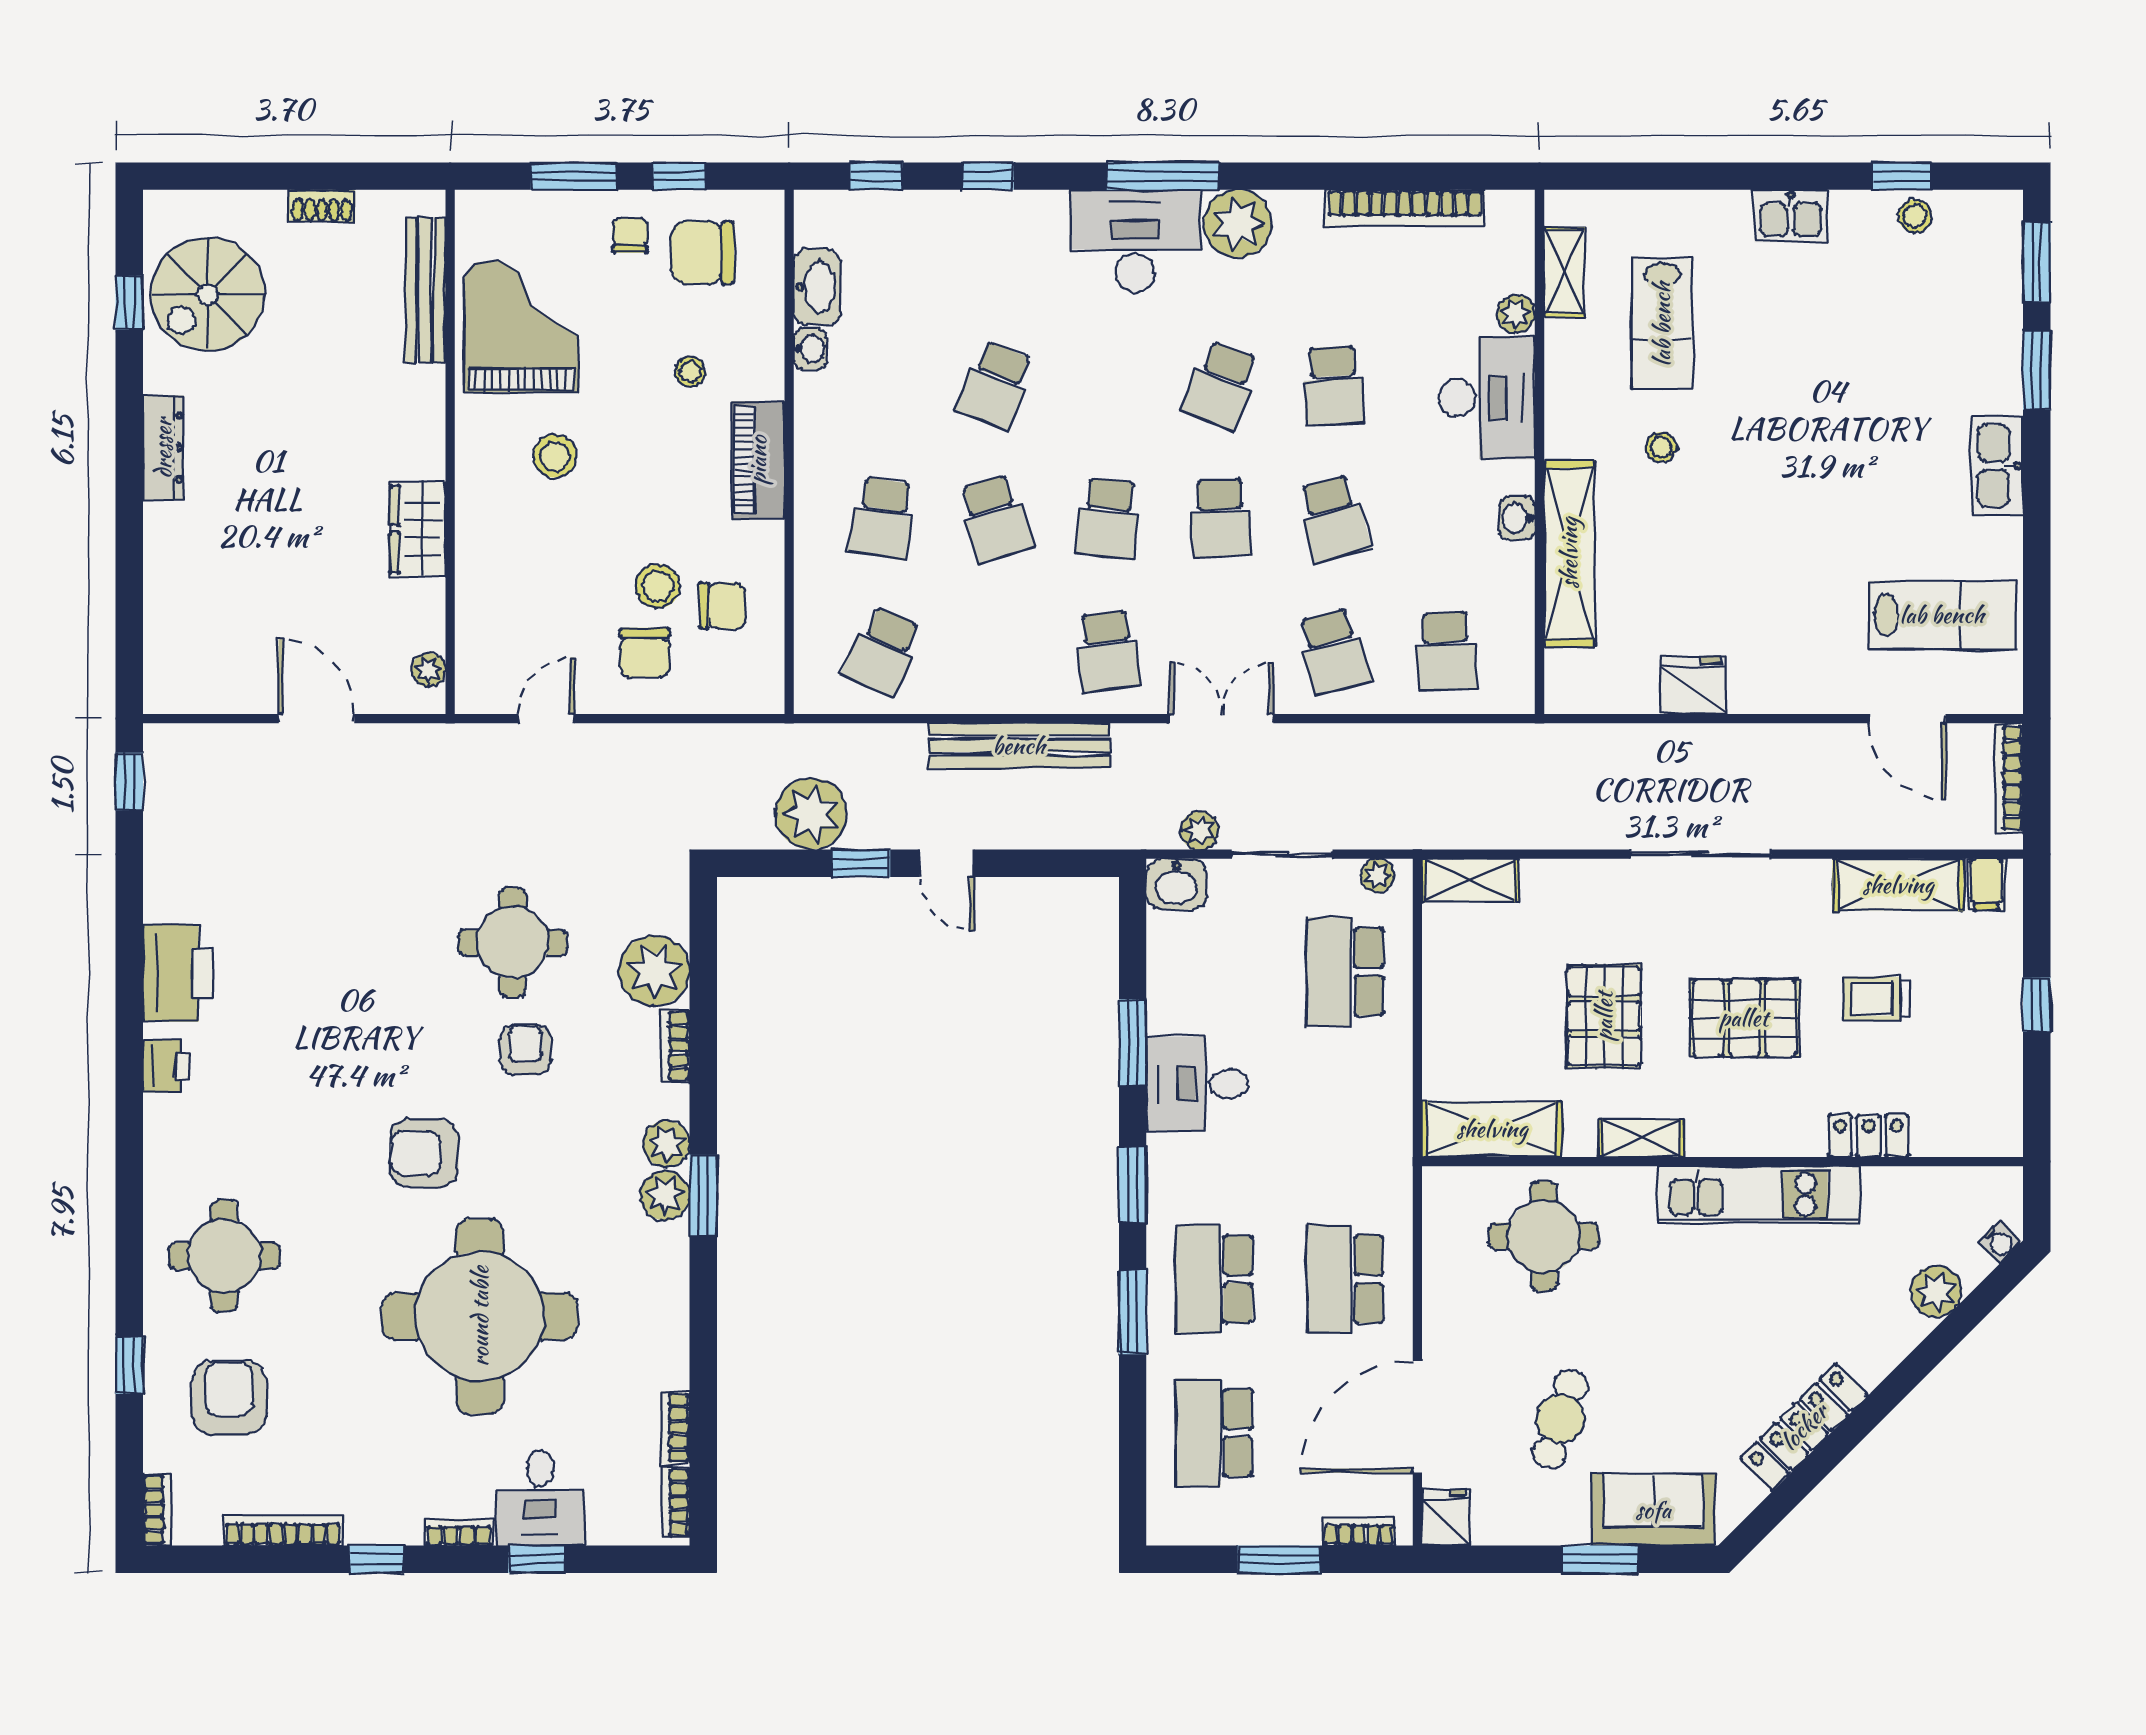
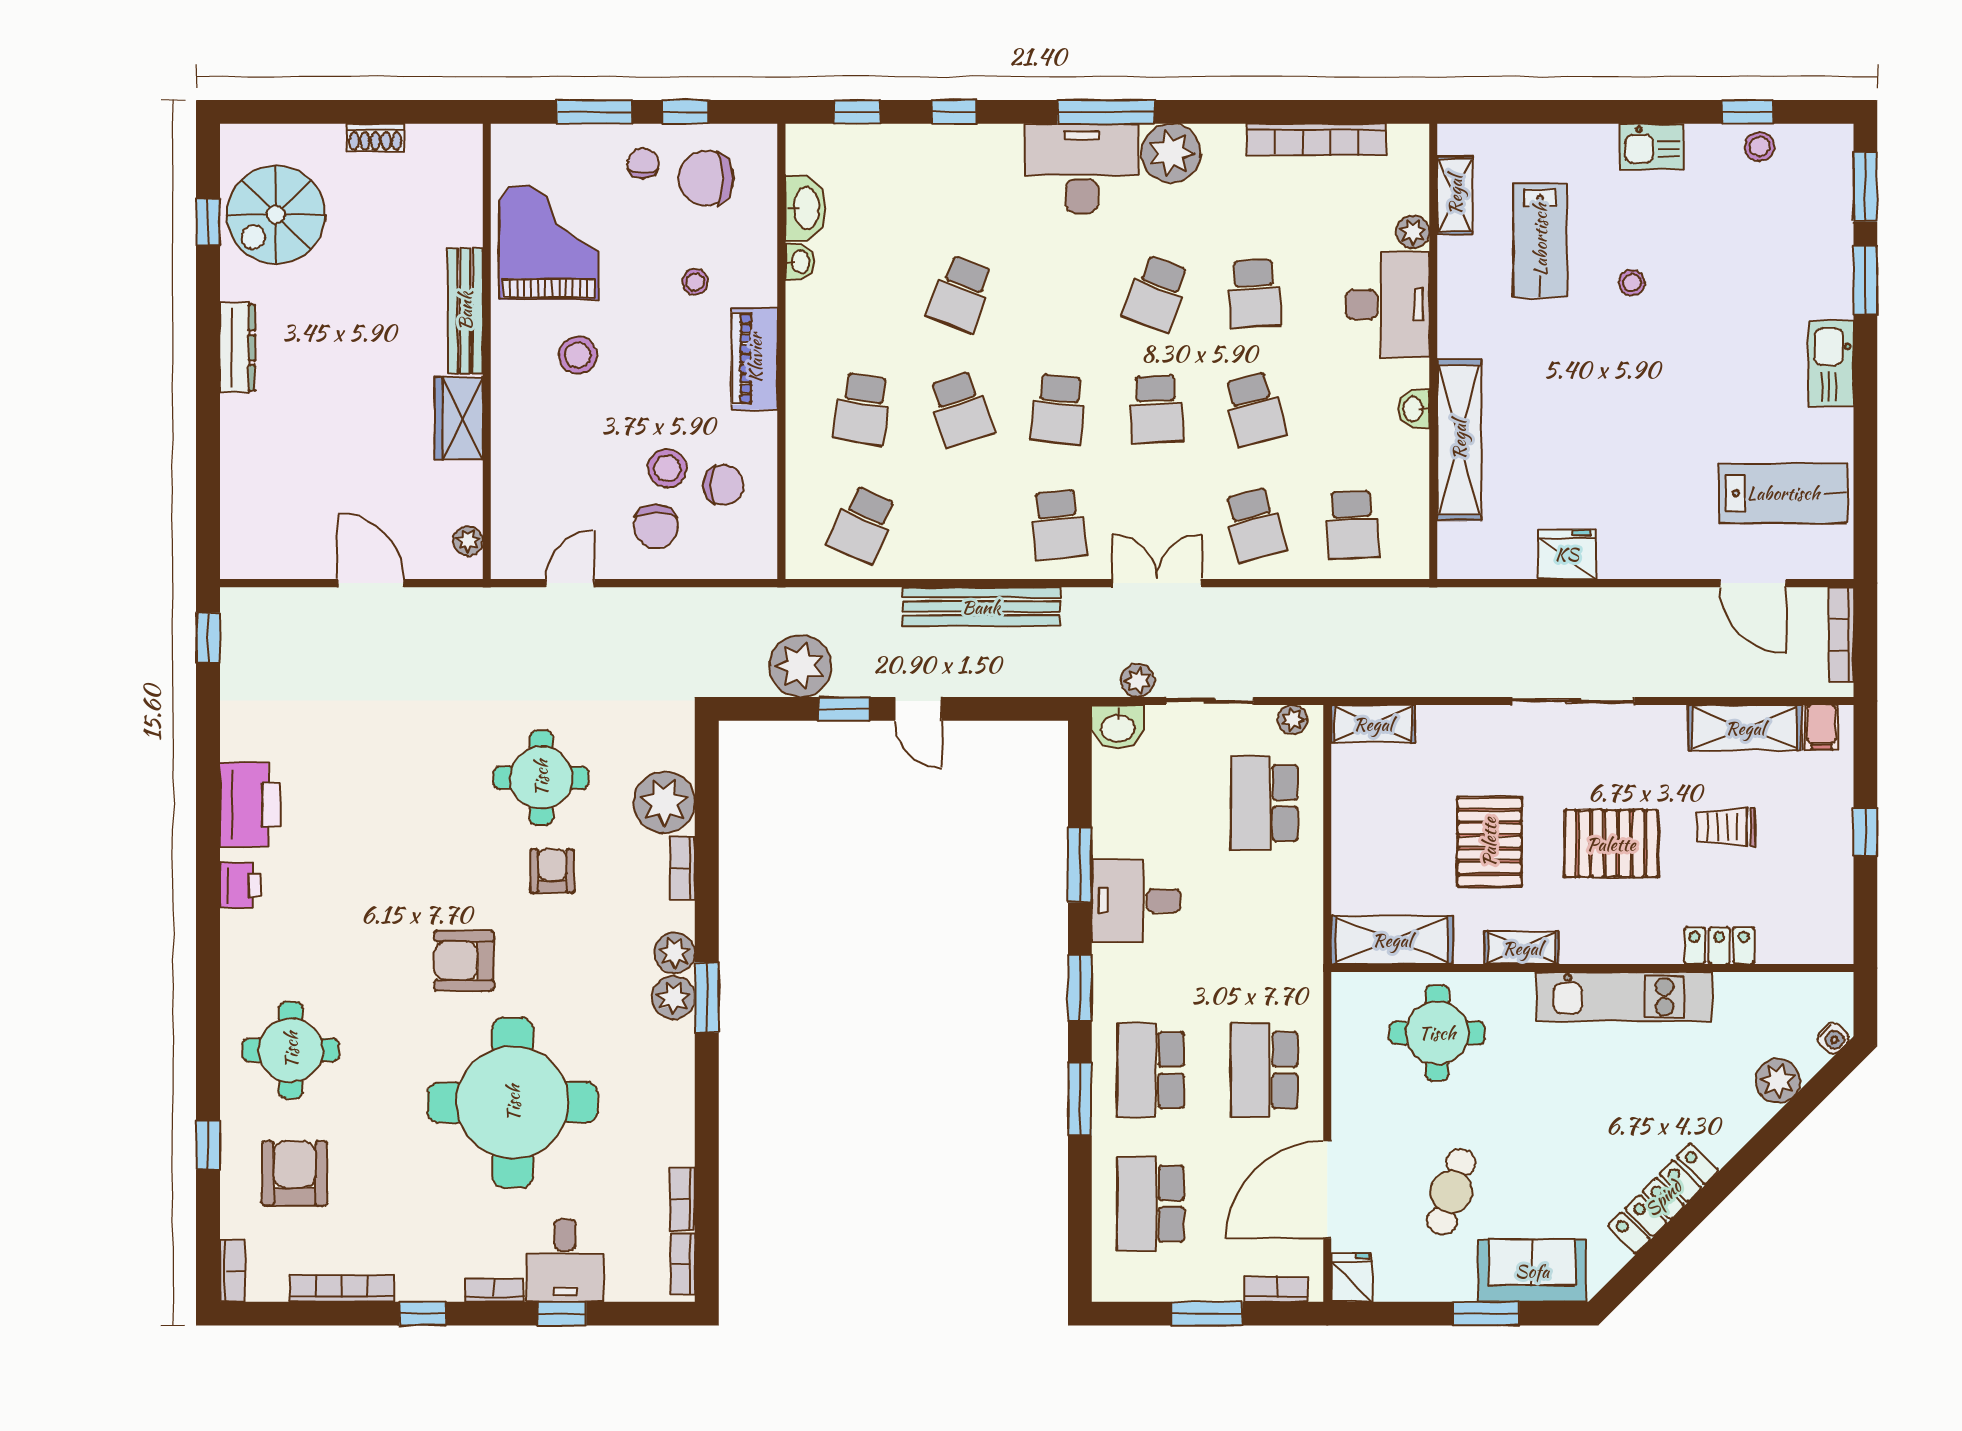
bench: (425, 290) -> (465, 311), moved
stool: (1661, 447) -> (1632, 283), moved

